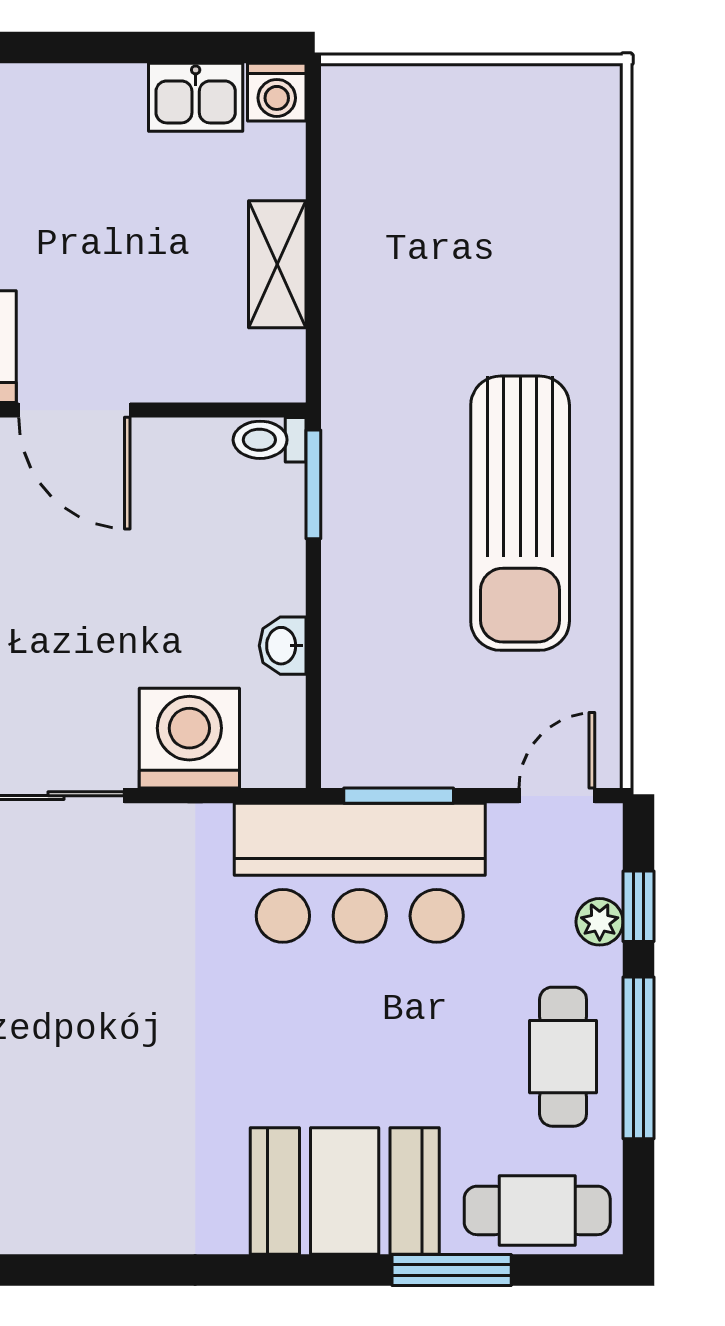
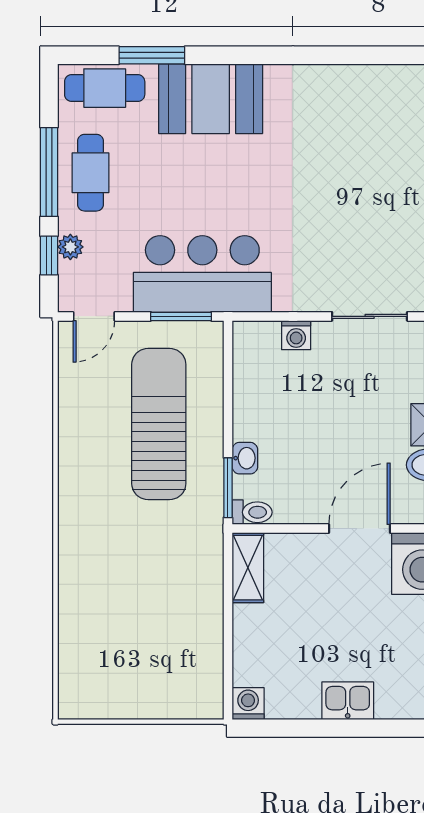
kitchen sink: (196, 97) -> (348, 701), moved
shelving: (277, 264) -> (248, 568), moved
door: (74, 410) -> (359, 529), hinge flipped
sun lounger: (520, 513) -> (159, 424), moved
washbasin: (283, 646) -> (245, 458), moved
washing machine: (189, 738) -> (296, 335), width x0.53, depth x0.53

